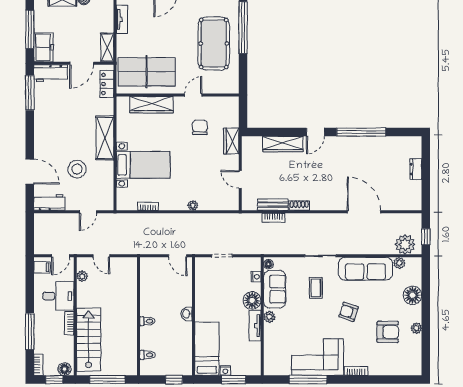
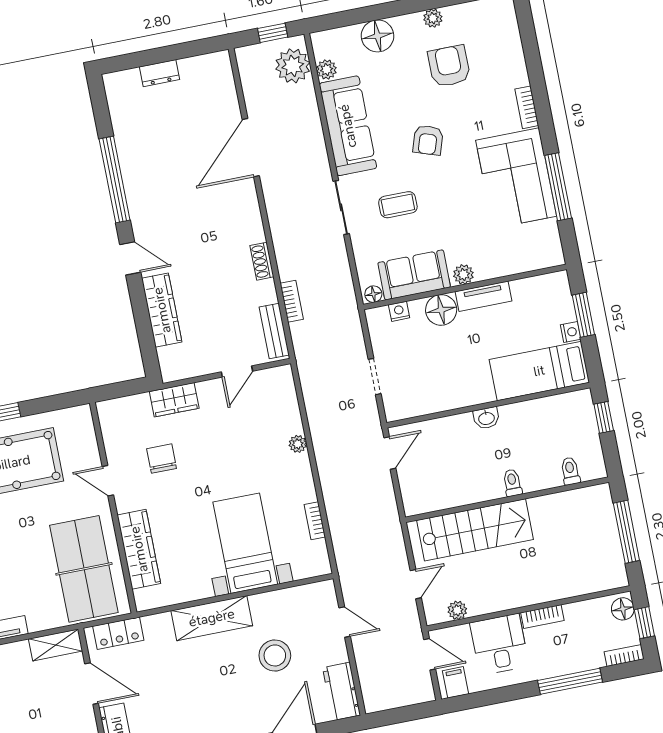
chair: (200, 127) -> (162, 459), turned 90
bench: (273, 205) -> (274, 331), moved
stairs: (89, 340) -> (475, 530), moved, turned 180

